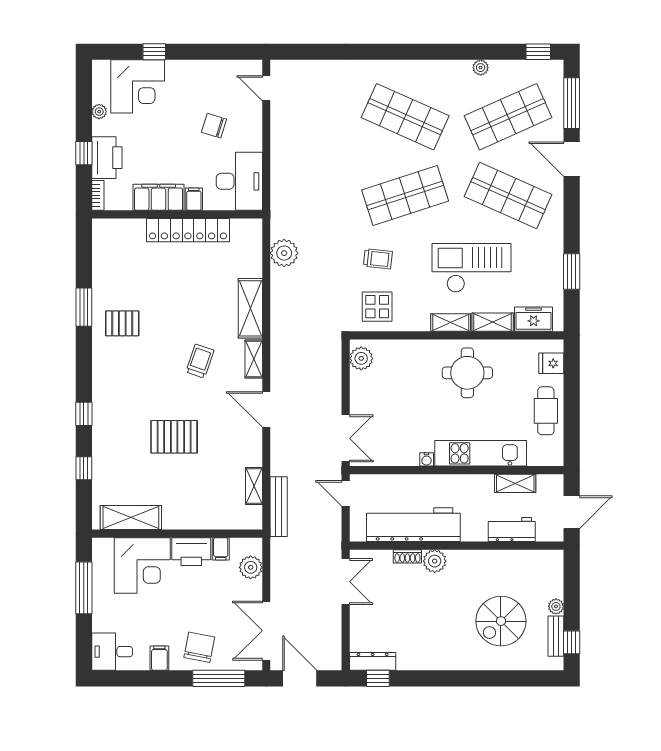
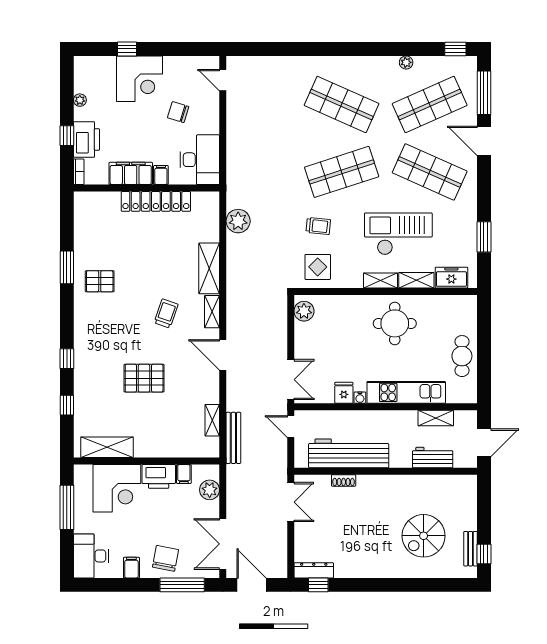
corner desk: (138, 86) -> (139, 79), moved
fridge: (551, 363) -> (344, 393), moved, turned 90
plant: (435, 561) -> (367, 485), removed
plant: (556, 606) -> (471, 523), removed
desk: (112, 652) -> (91, 556), width x1.37

